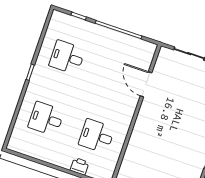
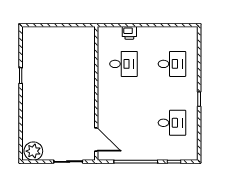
door: (146, 84) -> (96, 140), moved

